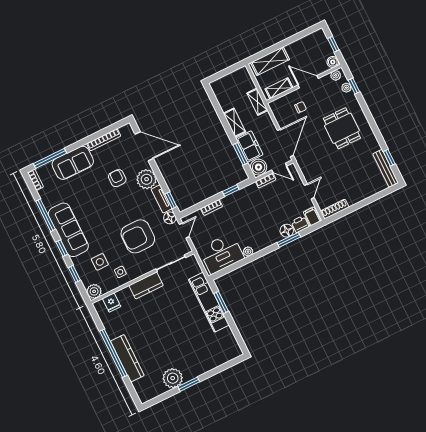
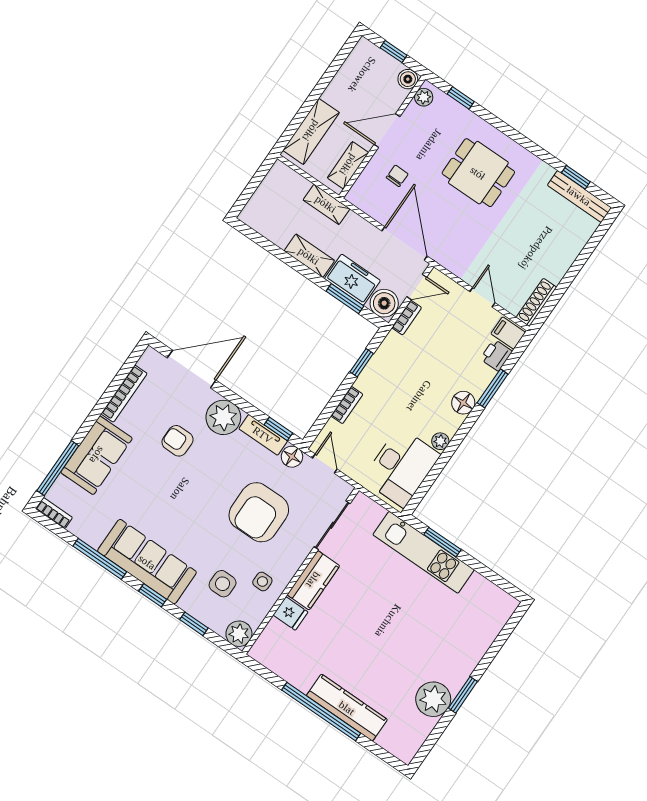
plant: (346, 88) -> (451, 107), removed
floor lamp: (287, 231) -> (463, 403), moved
fridge: (112, 302) -> (291, 613), moved

